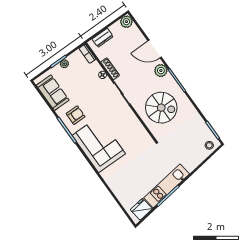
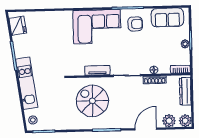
dresser: (103, 38) -> (185, 91), width x1.44
plant: (161, 71) -> (169, 121), moved
spiral stairs: (161, 108) -> (92, 101), turned 90
armchair: (76, 115) -> (135, 24), turned -90
tv unit: (134, 120) -> (97, 70), added
kitchen unit: (167, 186) -> (27, 83), moved

